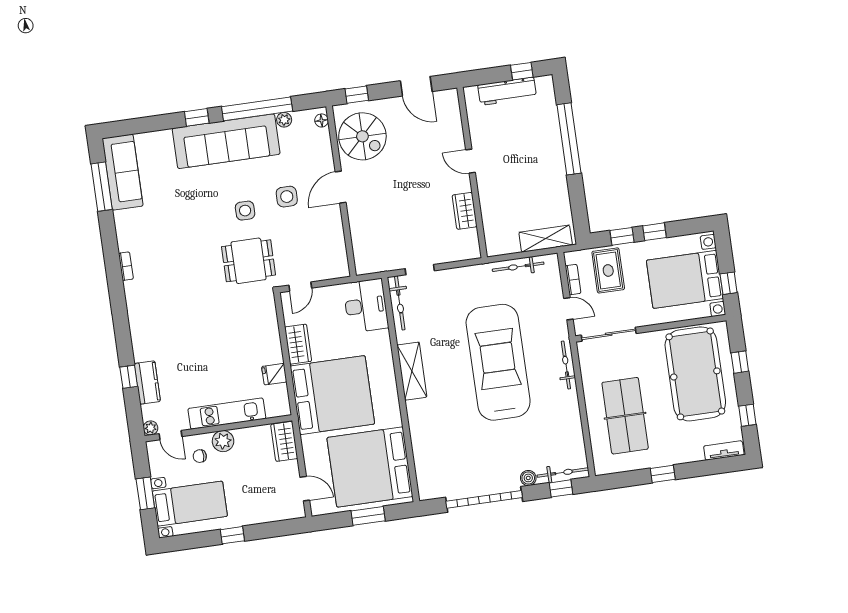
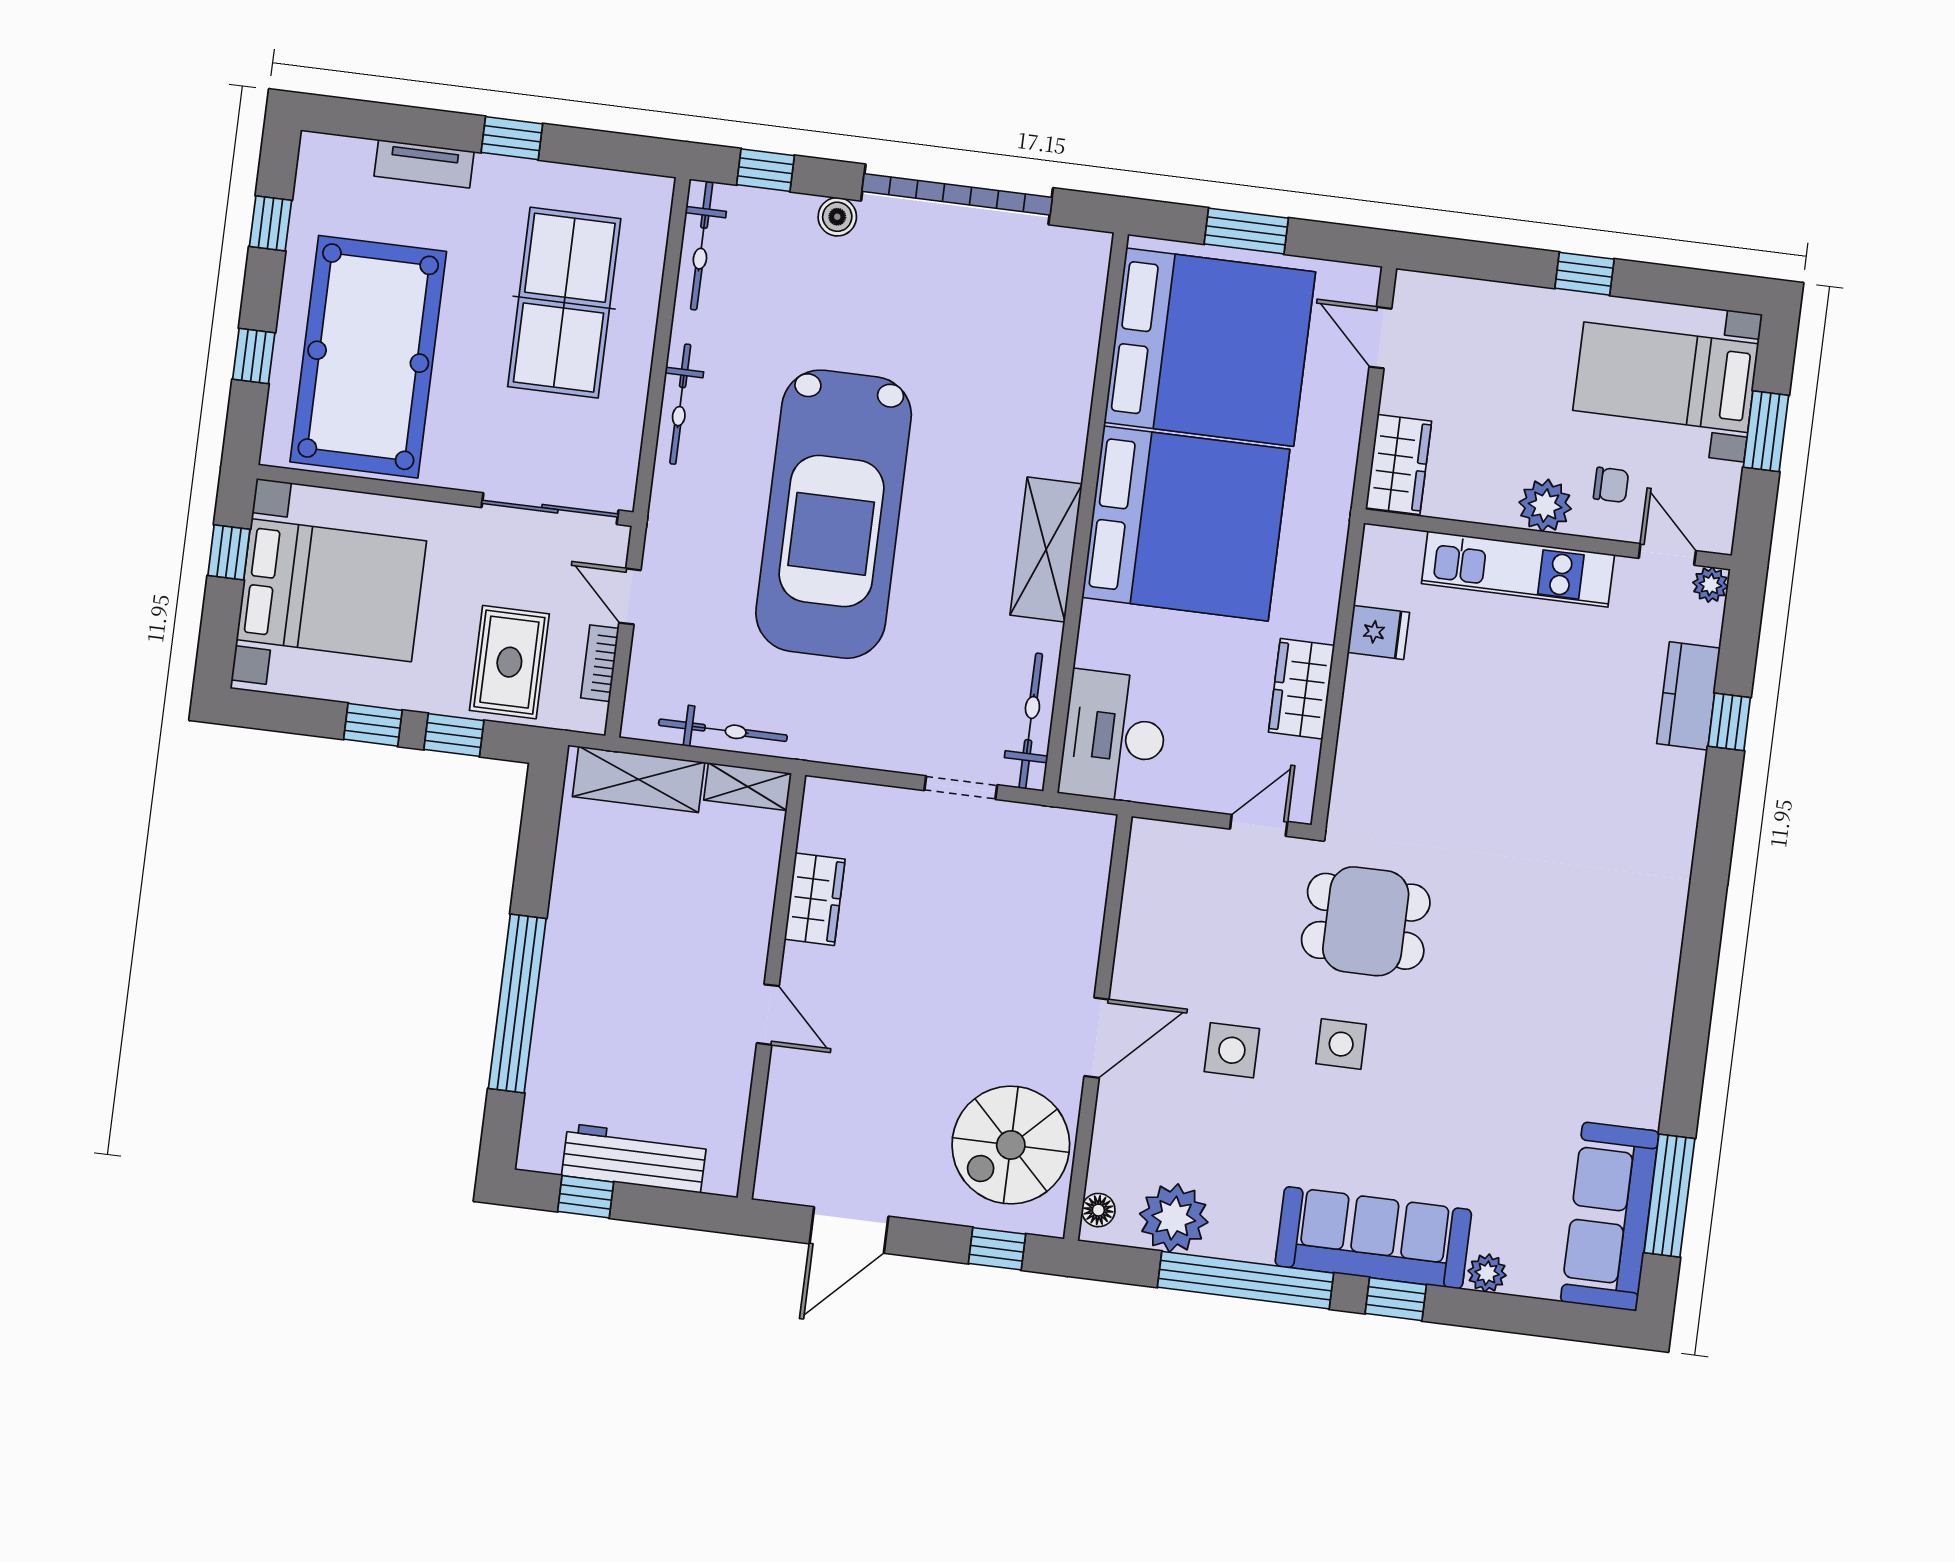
door: (416, 86) -> (849, 1230), swing flipped
plant: (284, 120) -> (1174, 1218), width x1.88, depth x1.88
spiral stairs: (362, 136) -> (1011, 1145), turned -90
plant: (164, 137) -> (1487, 1273), added
sofa: (226, 141) -> (1373, 1238), width x0.74, depth x0.79
shelving: (503, 247) -> (748, 787), added
bookcase: (126, 266) -> (1663, 989), removed
bicycle: (566, 365) -> (680, 404), moved
bed: (332, 395) -> (1186, 523), moved, turned 180
tv unit: (724, 450) -> (424, 164), moved
bicycle: (563, 473) -> (702, 246), moved, turned -90

